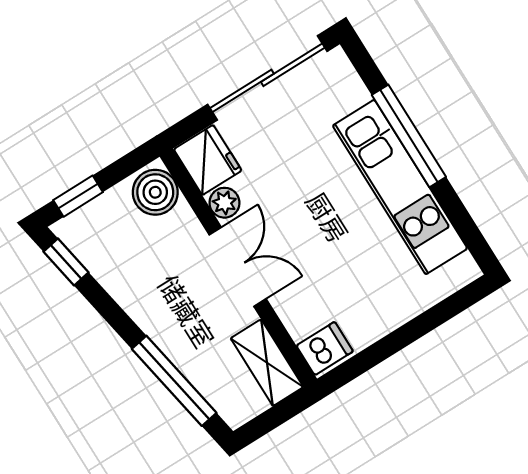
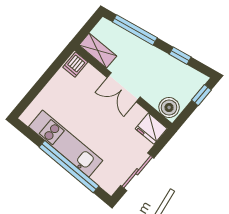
sliding door: (267, 78) -> (137, 172), width x0.73
window: (409, 136) -> (69, 167), width x1.46
plant: (224, 203) -> (138, 113), removed
window: (66, 262) -> (180, 56), moved

